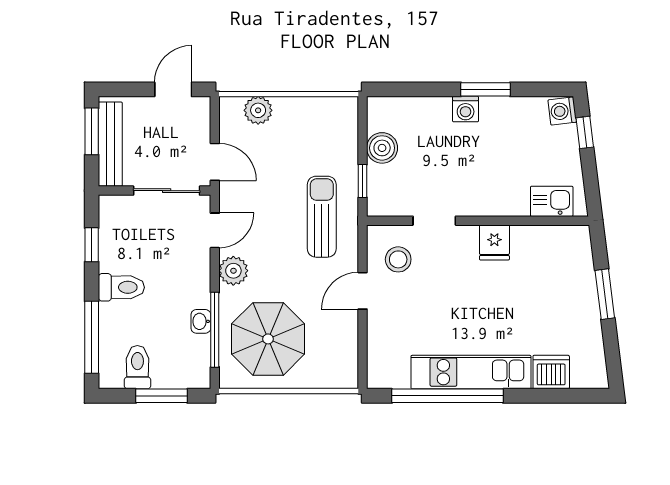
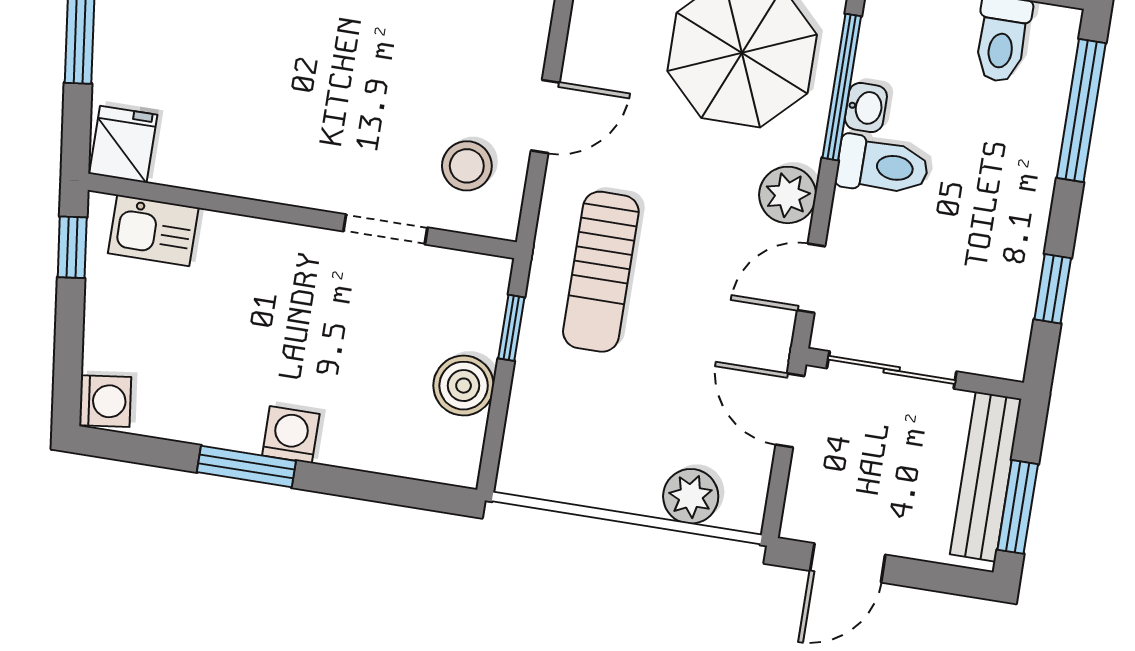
window: (585, 132) -> (72, 247), moved
fridge: (494, 243) -> (123, 144), moved
toilet: (121, 287) -> (882, 166), moved, turned 180

